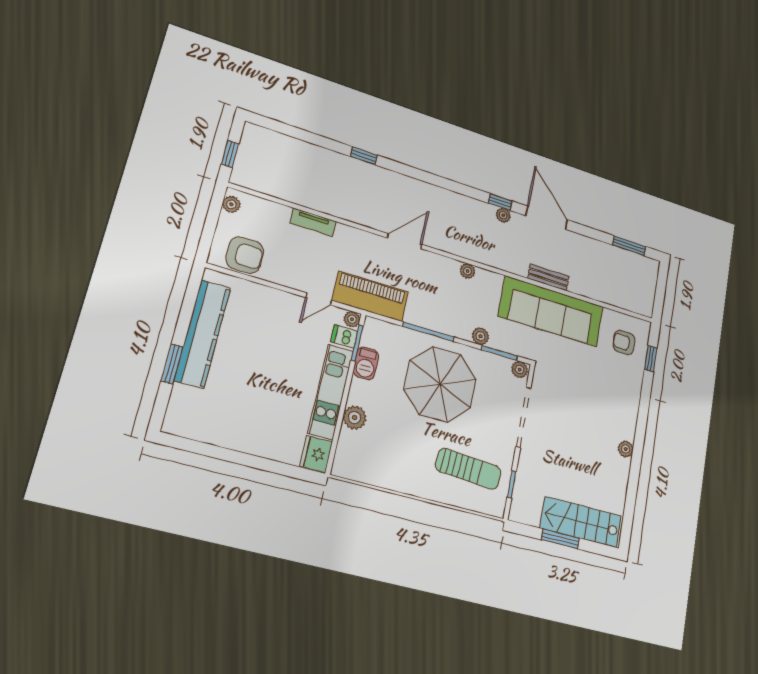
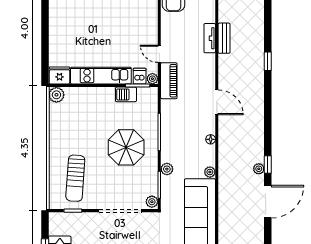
floor lamp: (453, 265) -> (211, 139), added
plant: (467, 271) -> (210, 172), moved
bench: (548, 277) -> (224, 38), moved
piano: (370, 296) -> (169, 81), width x0.73, depth x0.75
parasol: (440, 384) -> (126, 147), width x0.73, depth x0.73
plant: (355, 418) -> (56, 95), moved

